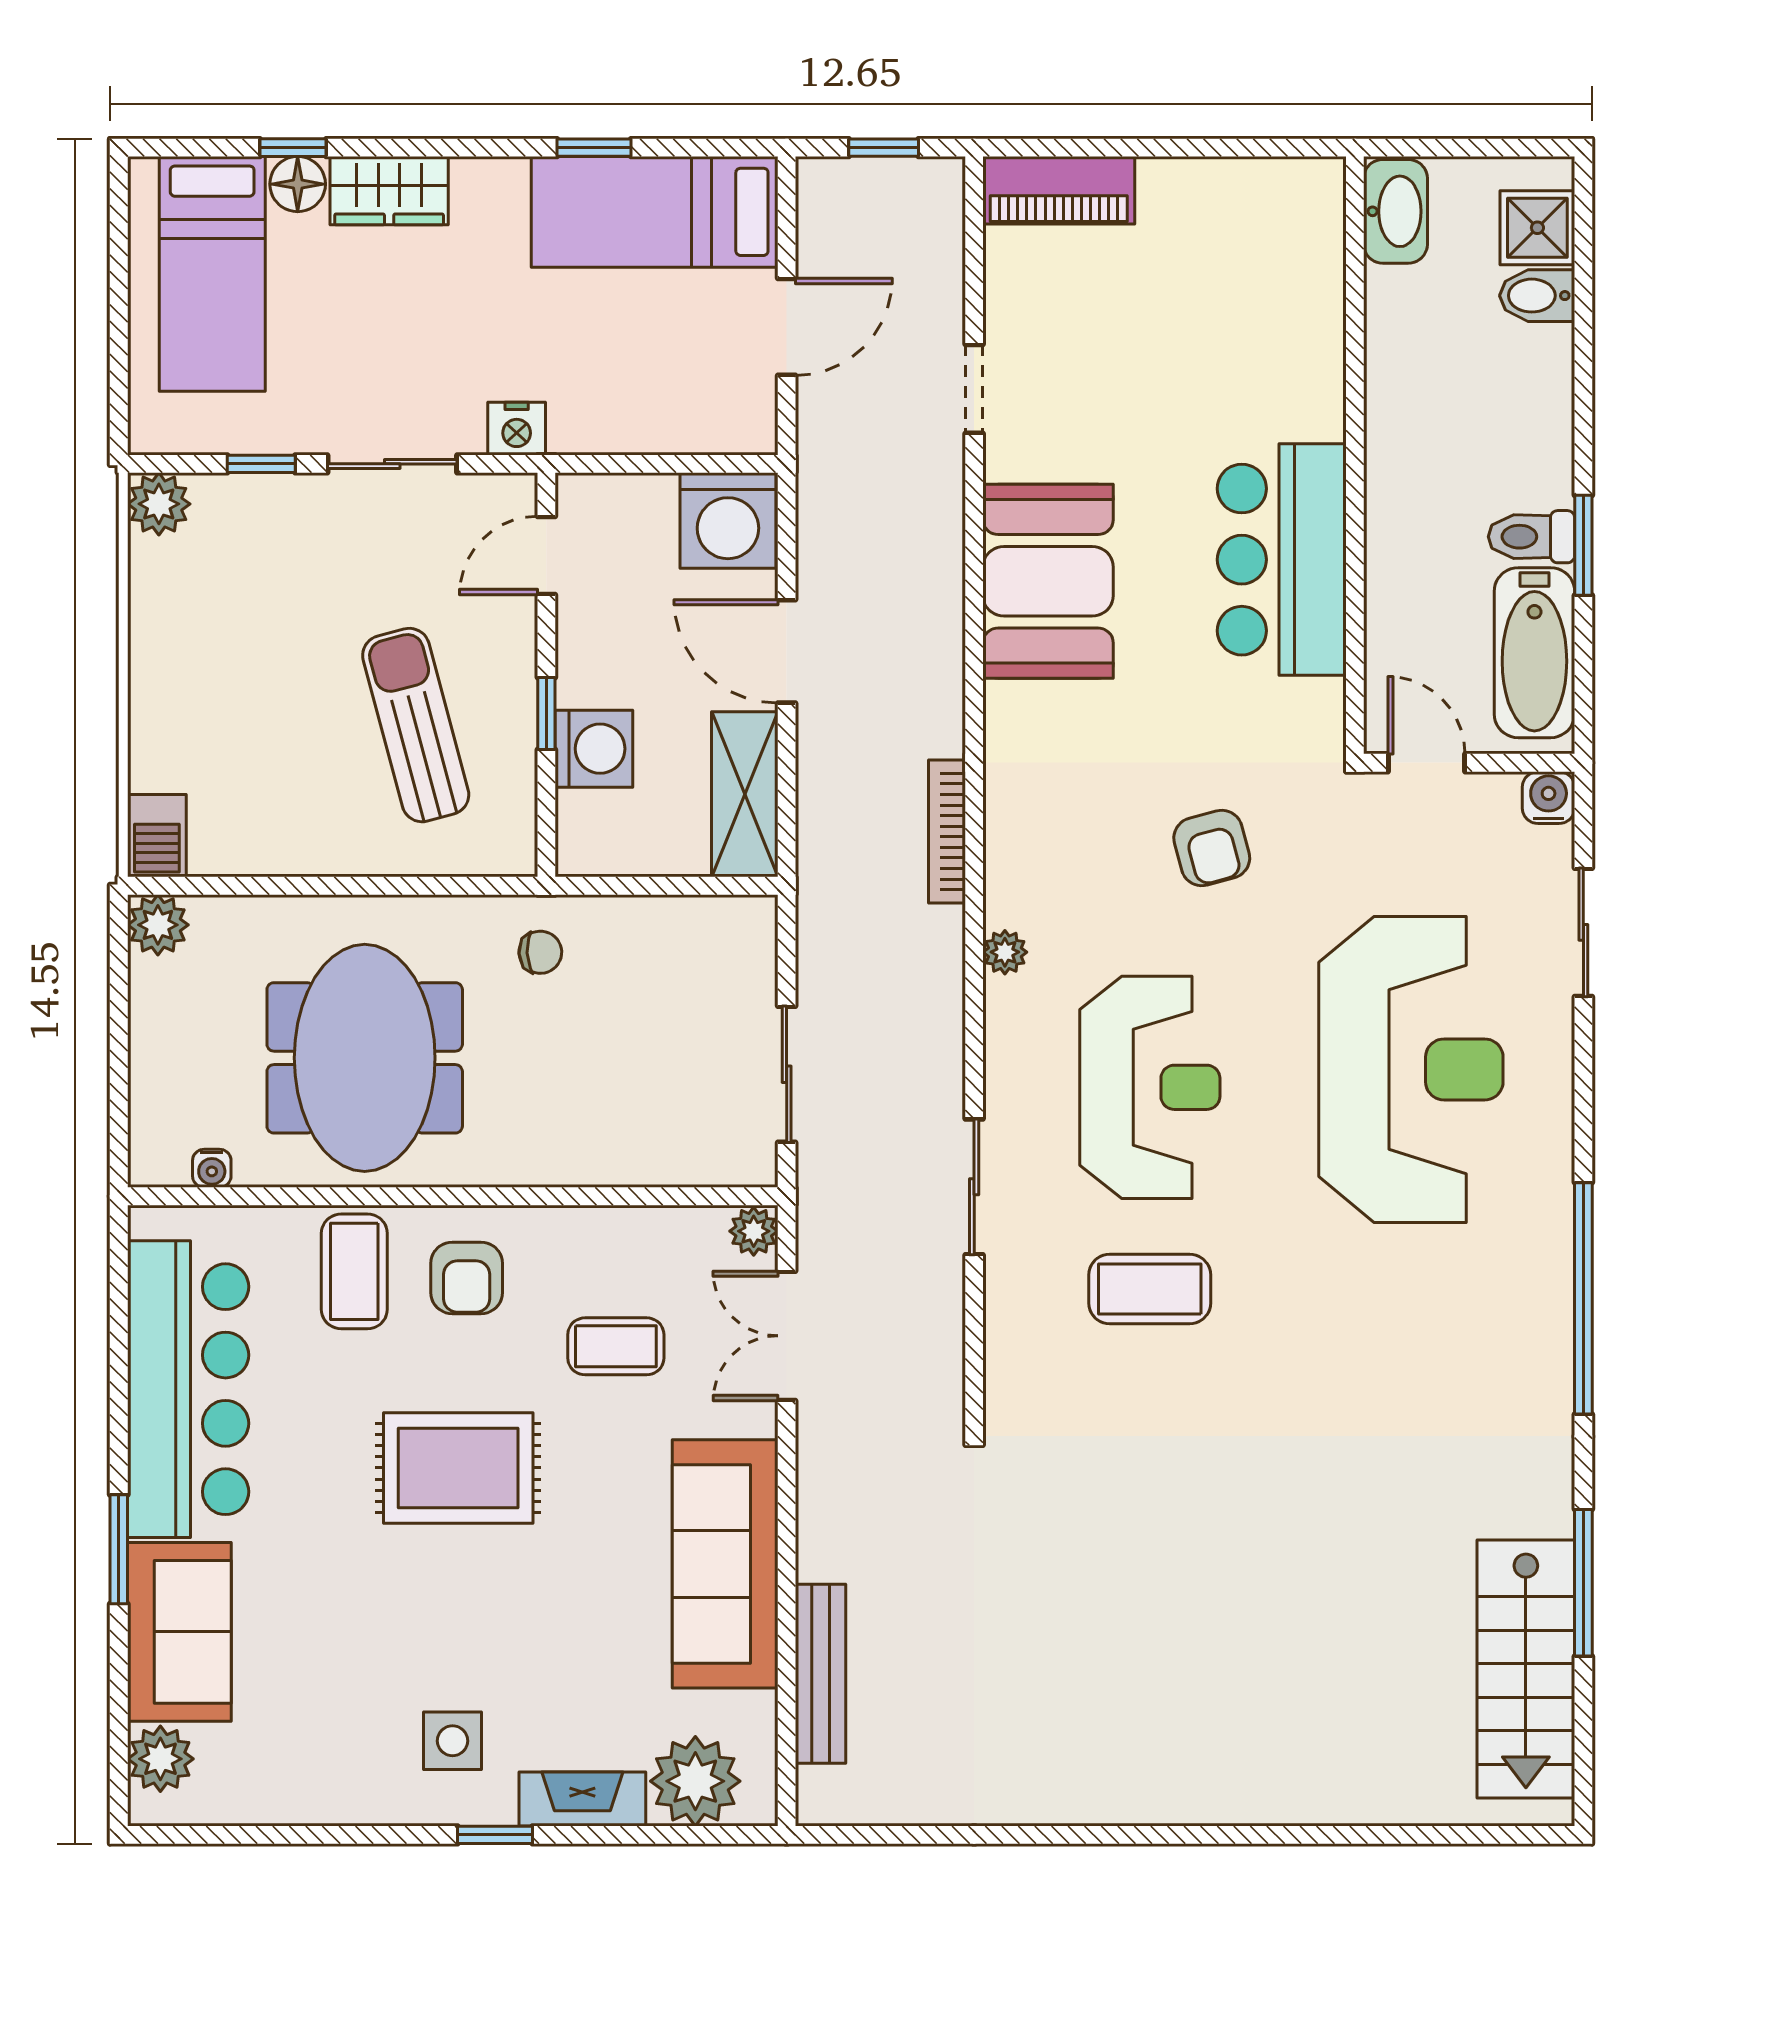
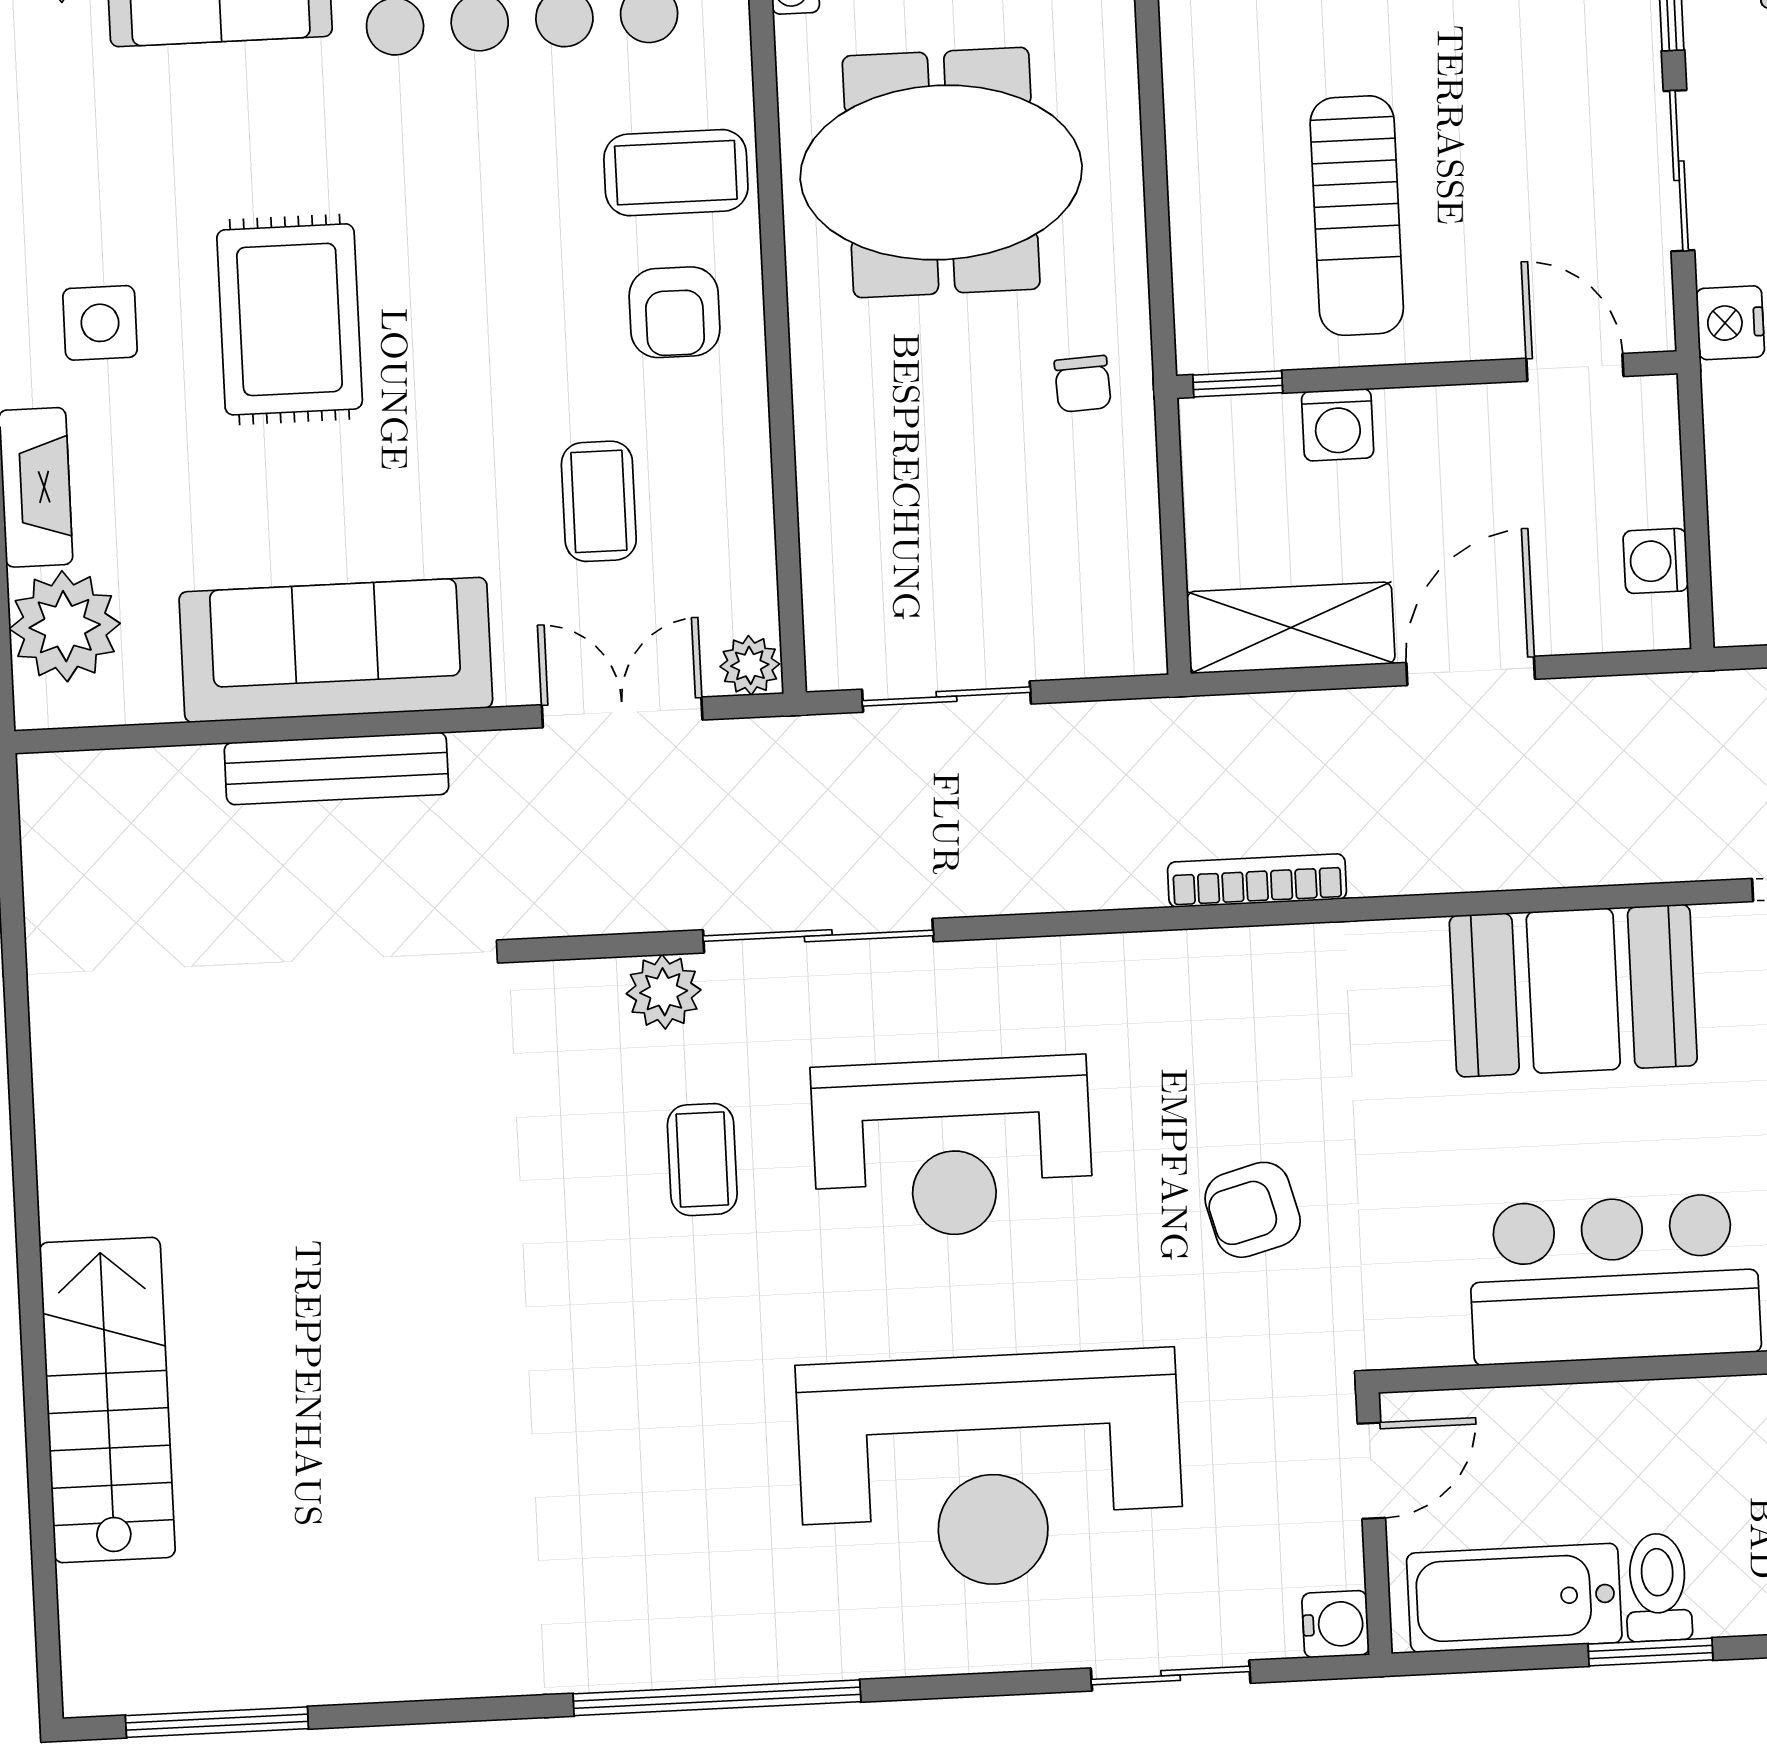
washing machine: (728, 521) -> (1656, 561), width x0.53, depth x0.53
window: (546, 713) -> (1238, 384), moved
sun lounger: (416, 725) -> (1357, 216), turned 105
washing machine: (594, 749) -> (1338, 425), width x0.73, depth x0.73
plant: (1005, 952) -> (664, 992), moved, width x1.38, depth x1.38
sliding door: (974, 1187) -> (818, 936), width x1.37
armchair: (467, 1278) -> (675, 312), turned -90
coffee table: (1150, 1289) -> (702, 1160), width x0.73, depth x0.77
rug: (458, 1468) -> (290, 319), moved
window: (1583, 1583) -> (217, 1722), moved
stairs: (1526, 1669) -> (107, 1400), moved, turned 90
bench: (821, 1674) -> (336, 768), moved

